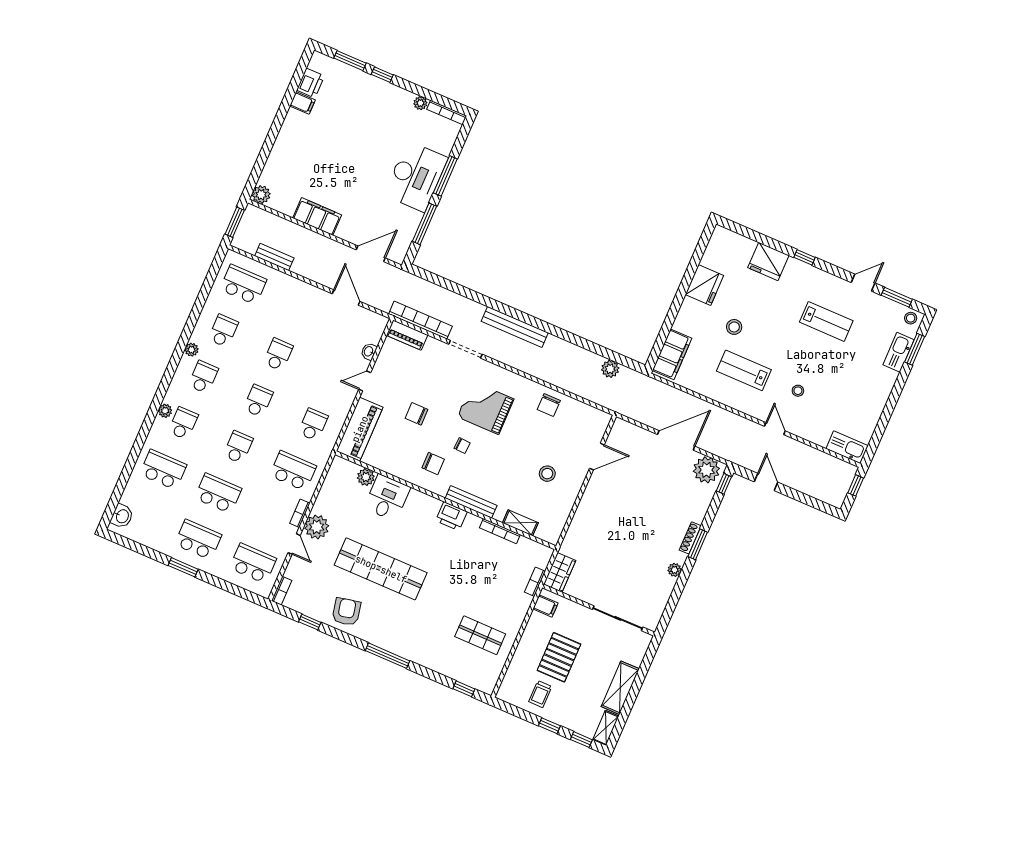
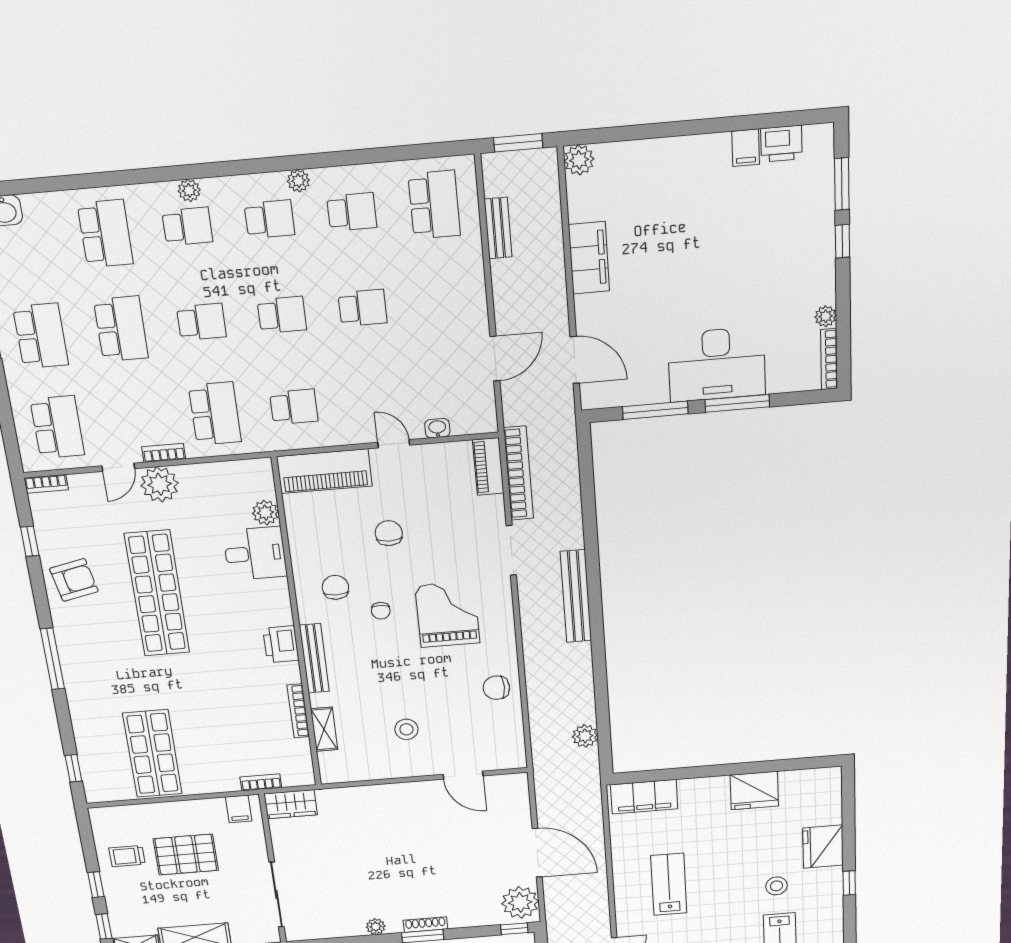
stool: (734, 327) -> (776, 886), moved
chair: (433, 464) -> (335, 587), turned 180
shop shelf: (480, 635) -> (152, 754), width x1.43, depth x1.36

